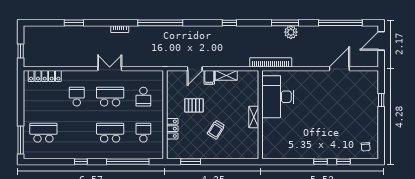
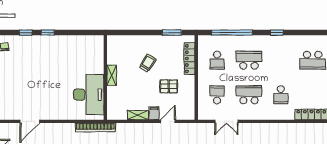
double door: (110, 69) -> (226, 121), moved
school desk: (110, 97) -> (249, 95), turned 180
locker: (172, 129) -> (189, 59), width x1.53
school desk: (110, 133) -> (249, 60), turned 180

